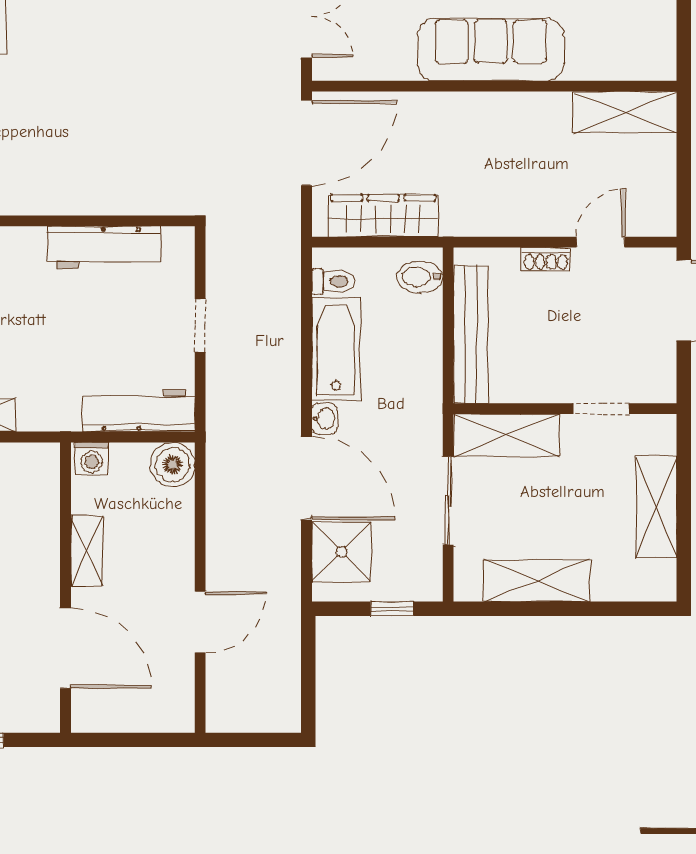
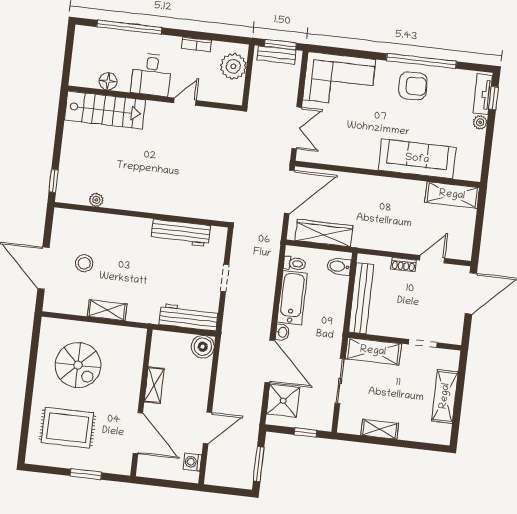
sofa: (491, 50) -> (417, 159), moved
washing machine: (92, 459) -> (192, 462), moved, turned 90
shelving: (537, 581) -> (380, 429), width x0.67, depth x0.75
window: (308, 681) -> (259, 464), added

